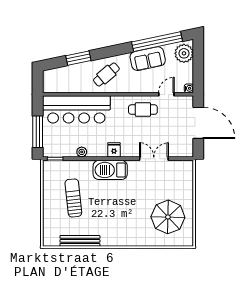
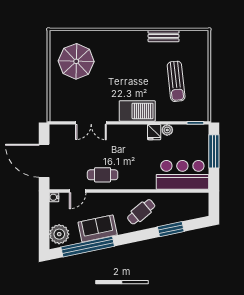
bar counter: (76, 109) -> (182, 175), width x0.73
fridge: (114, 150) -> (154, 132), moved
bench: (80, 241) -> (164, 36), width x0.73

